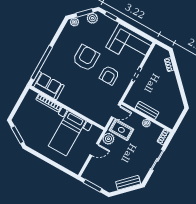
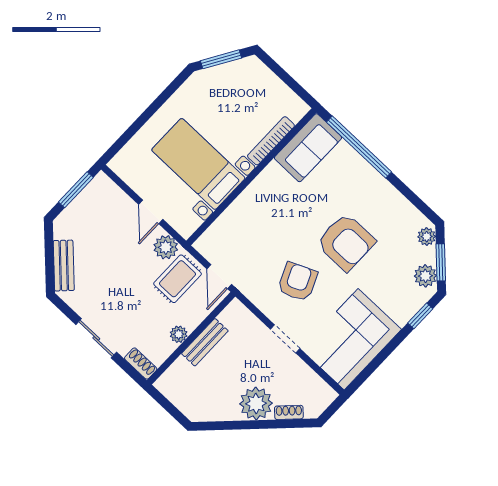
armchair: (109, 75) -> (298, 282), turned 66
plant: (169, 80) -> (256, 403), added

